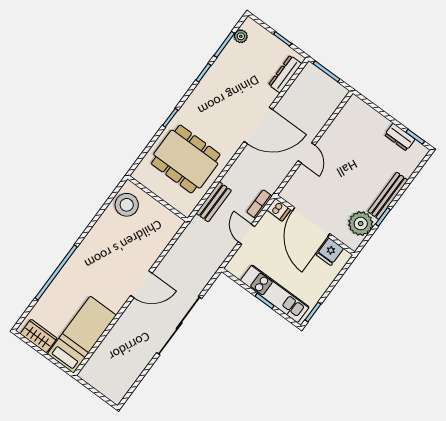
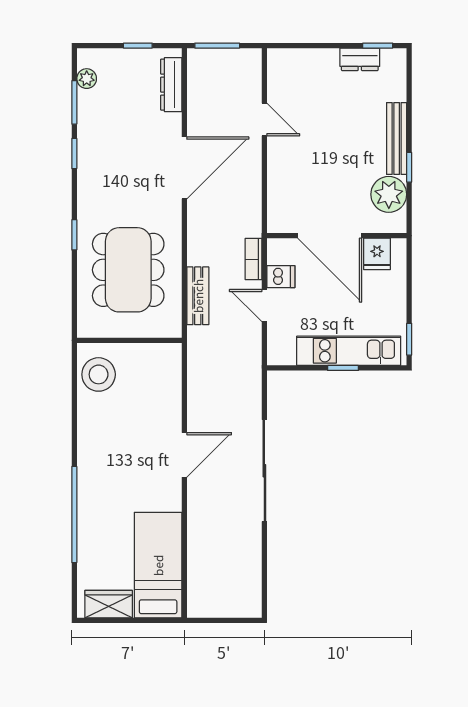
door: (306, 153) -> (264, 120), moved
dining table: (186, 159) -> (128, 270), turned 90
dishwasher: (279, 210) -> (281, 277), moved

